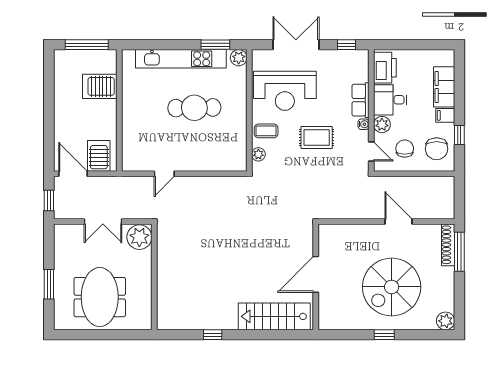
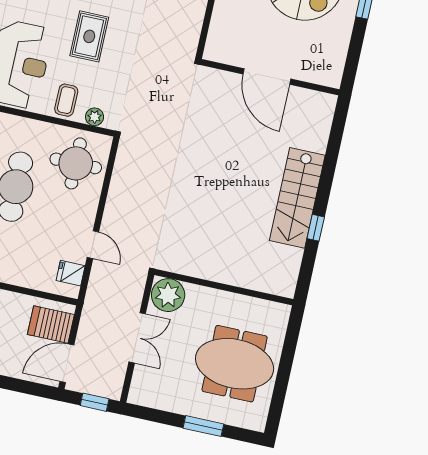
round table: (221, 148) -> (76, 163), added
fridge: (140, 162) -> (71, 273), added
stairs: (274, 316) -> (297, 198), moved

